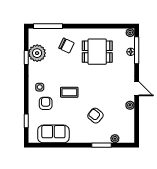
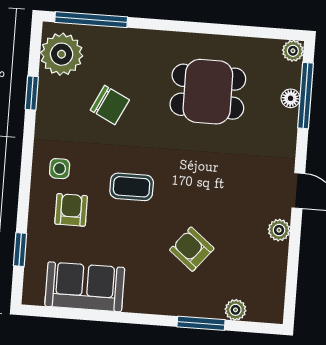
chair: (66, 46) -> (110, 105), moved
plant: (37, 53) -> (62, 54), moved

